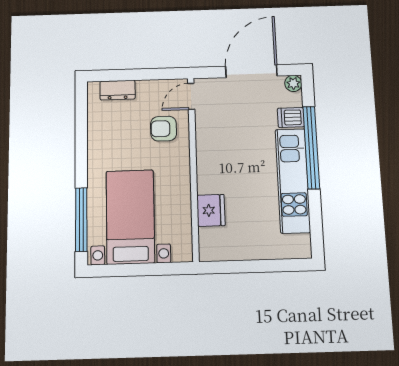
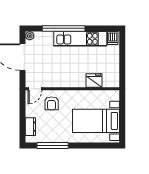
door: (191, 96) -> (35, 89), hinge flipped
dishwasher: (291, 117) -> (113, 38), moved
window: (81, 220) -> (53, 145), moved

